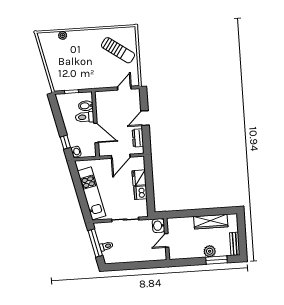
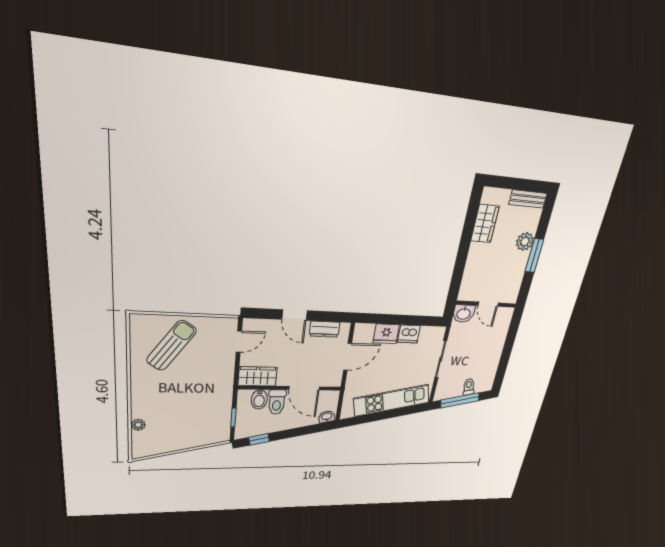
door: (124, 88) -> (239, 342), swing flipped
wardrobe: (102, 102) -> (258, 376), added
door: (96, 133) -> (304, 388), swing flipped
window: (65, 142) -> (259, 439), moved
door: (121, 156) -> (348, 357), hinge flipped
wardrobe: (211, 222) -> (485, 224), width x0.67
window: (217, 260) -> (534, 256), moved

